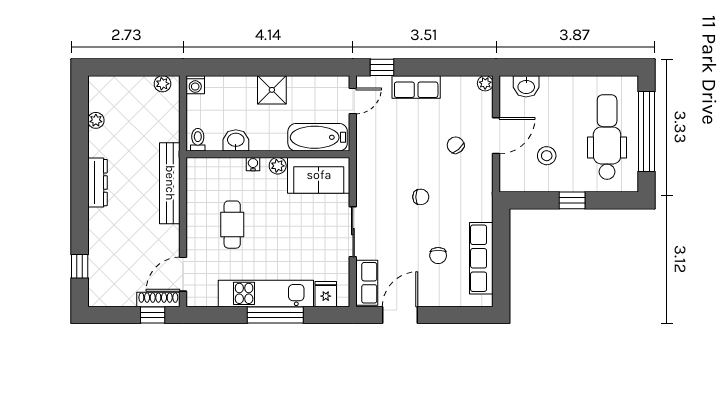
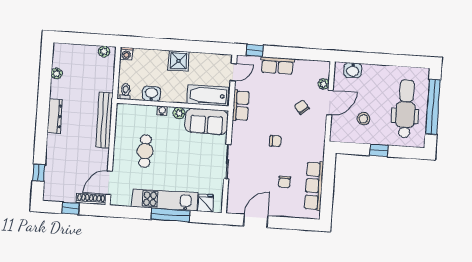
plant: (485, 83) -> (324, 84), moved
row of seats: (367, 283) -> (241, 105), moved
window: (153, 315) -> (71, 208), moved

